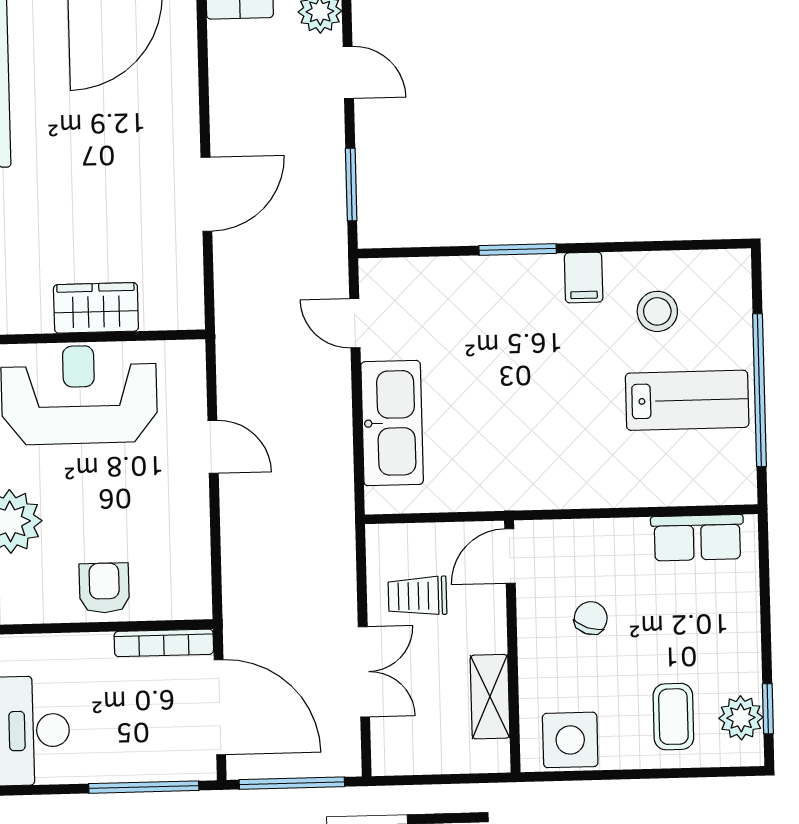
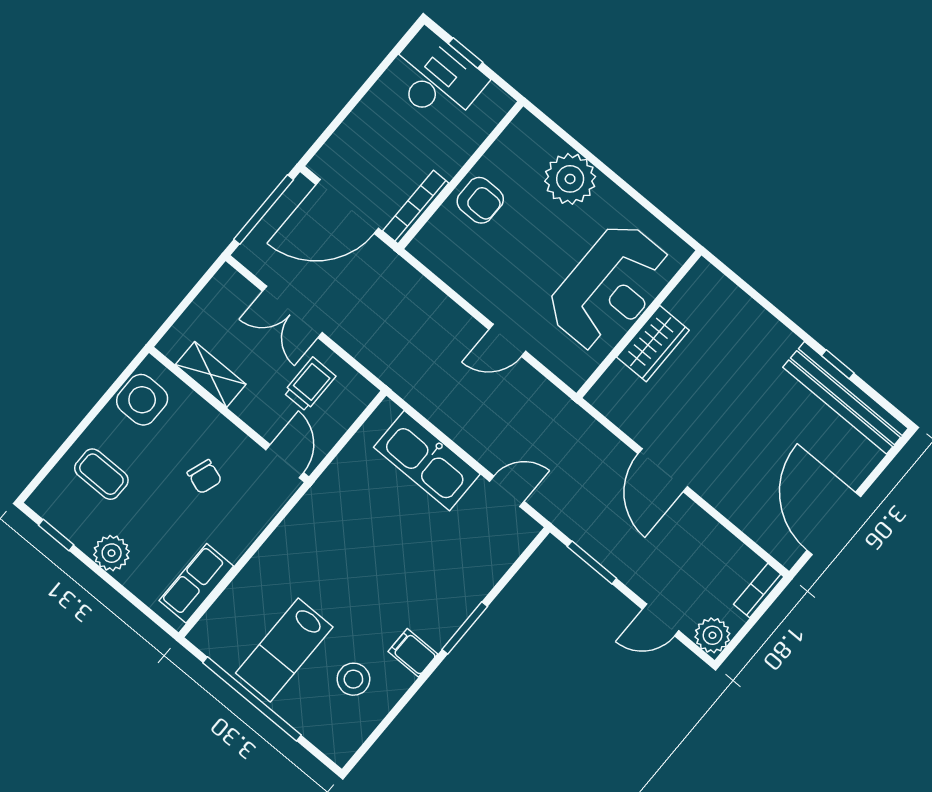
plant: (741, 718) -> (112, 553), moved
window: (144, 787) -> (340, 119), removed

